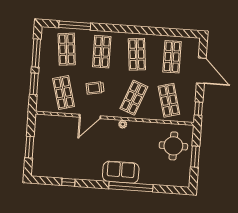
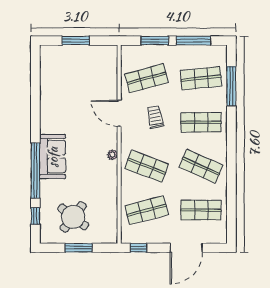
shop shelf: (137, 54) -> (201, 166), turned 30
round table: (173, 146) -> (73, 217), moved, turned 38
window: (68, 182) -> (35, 216), moved

